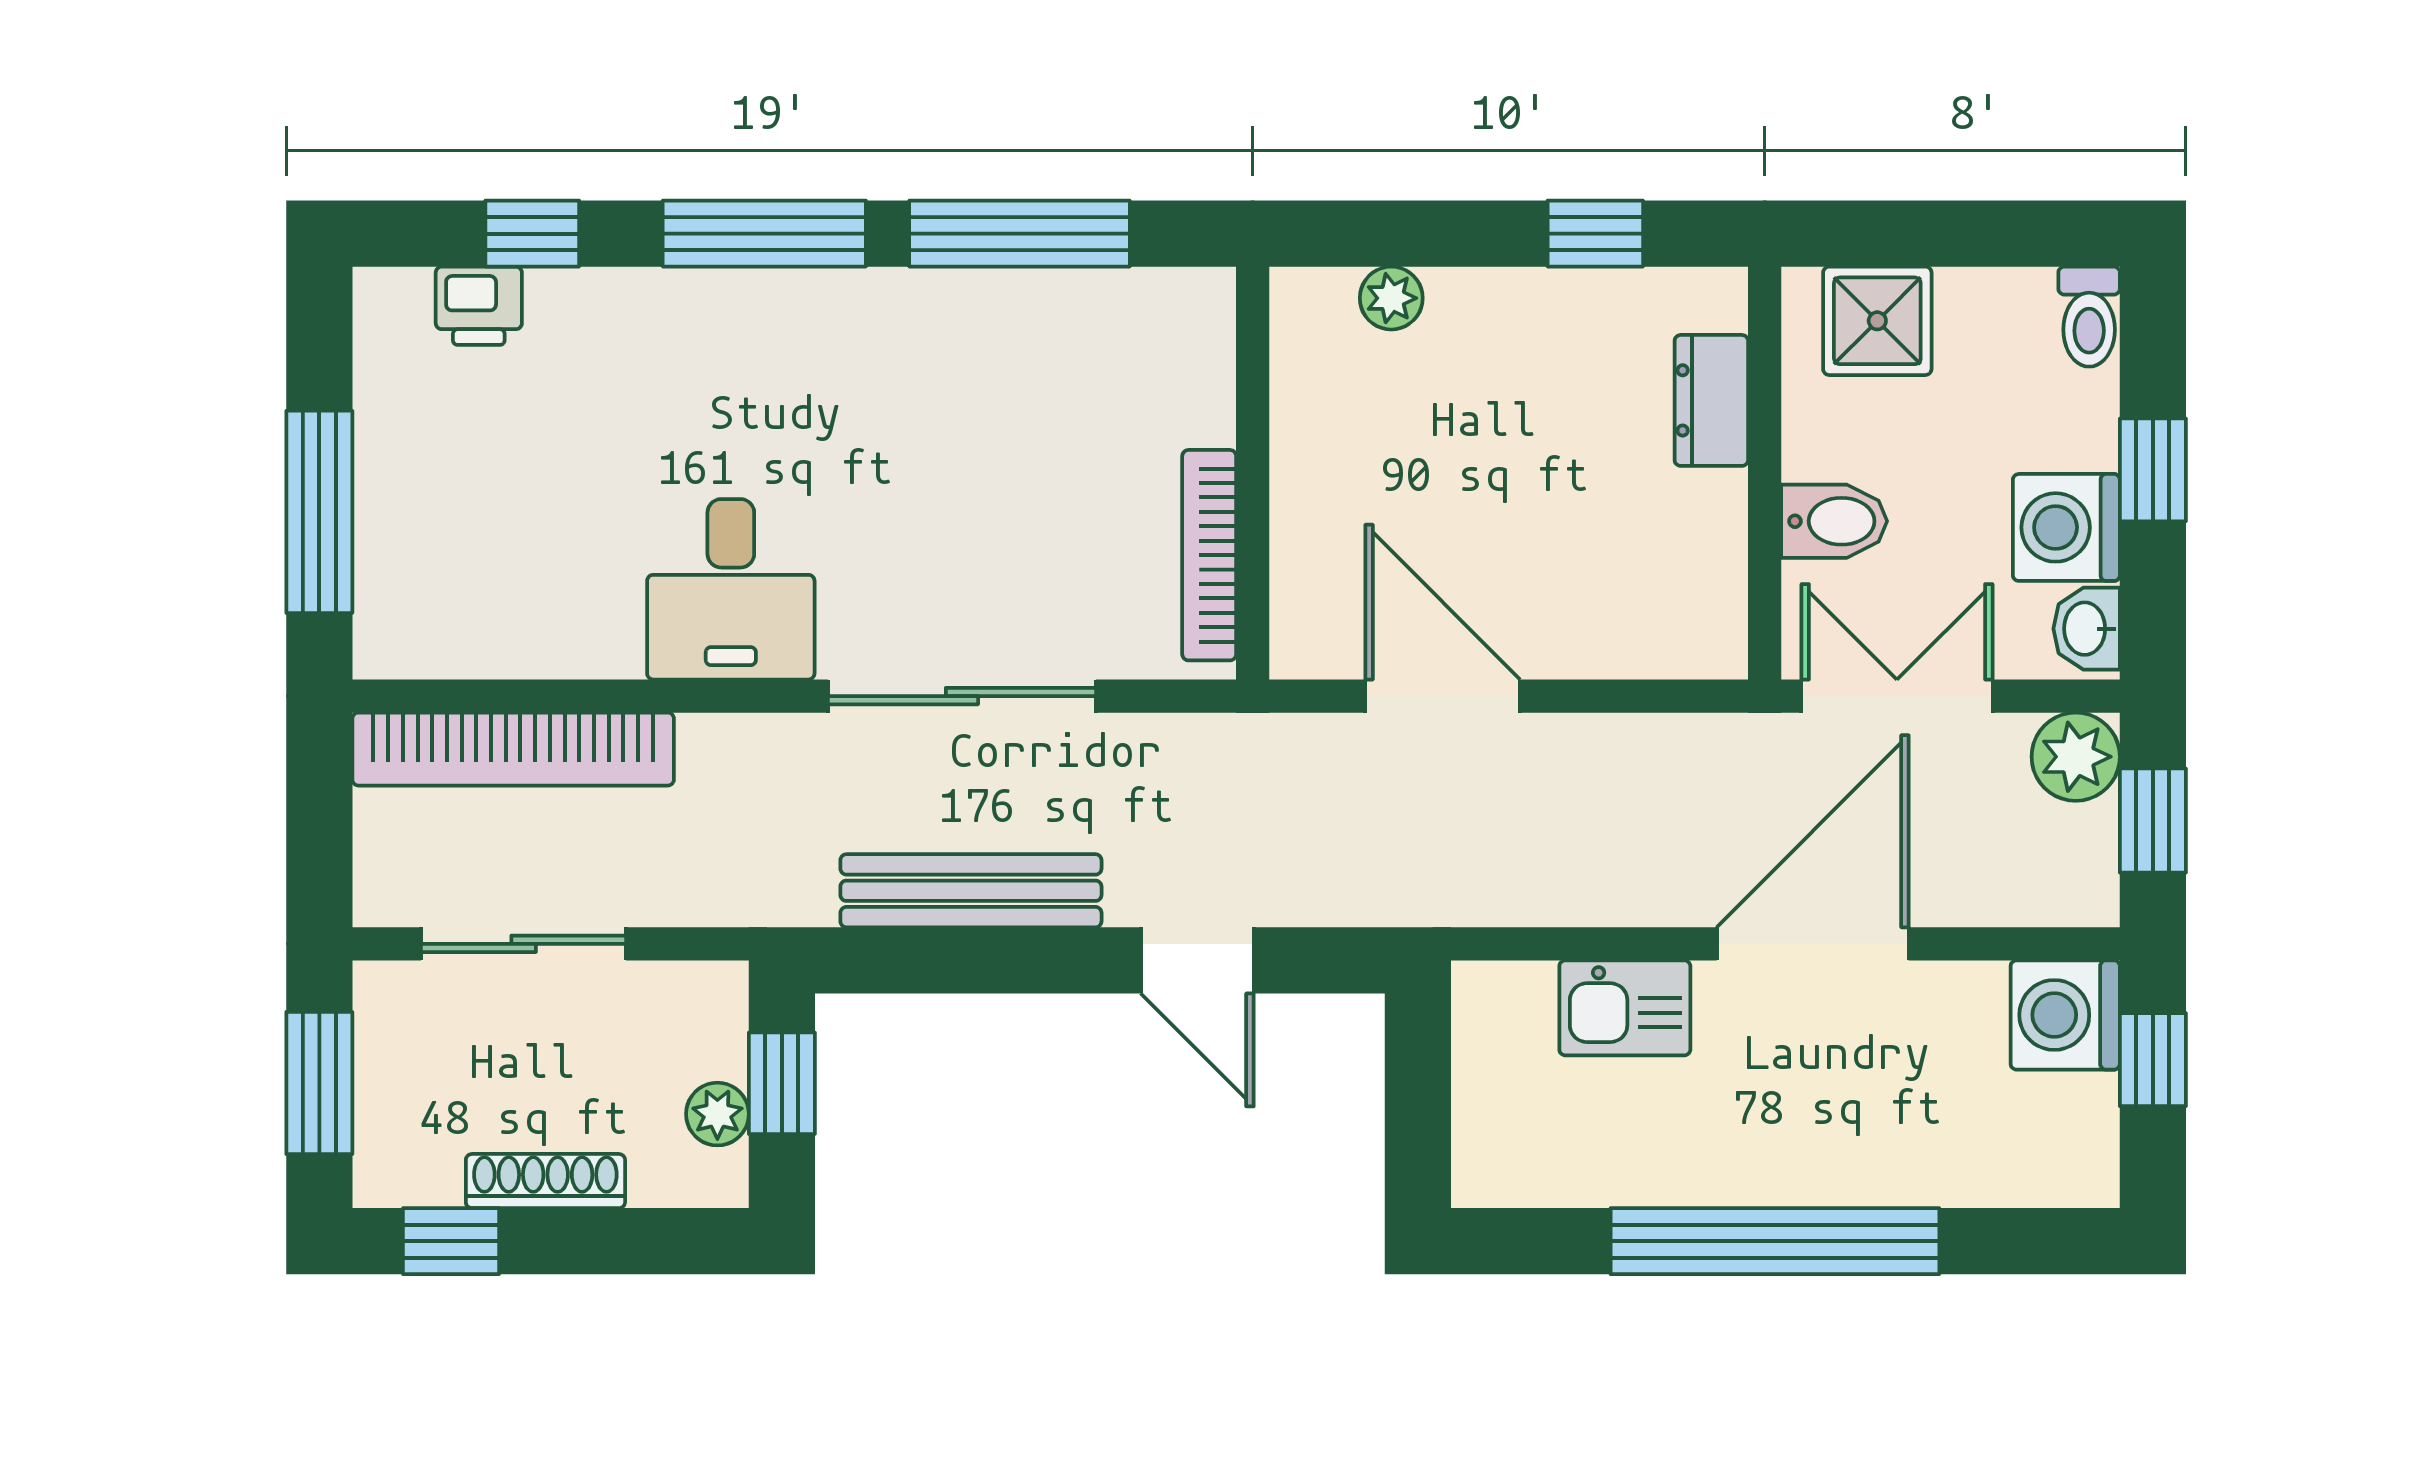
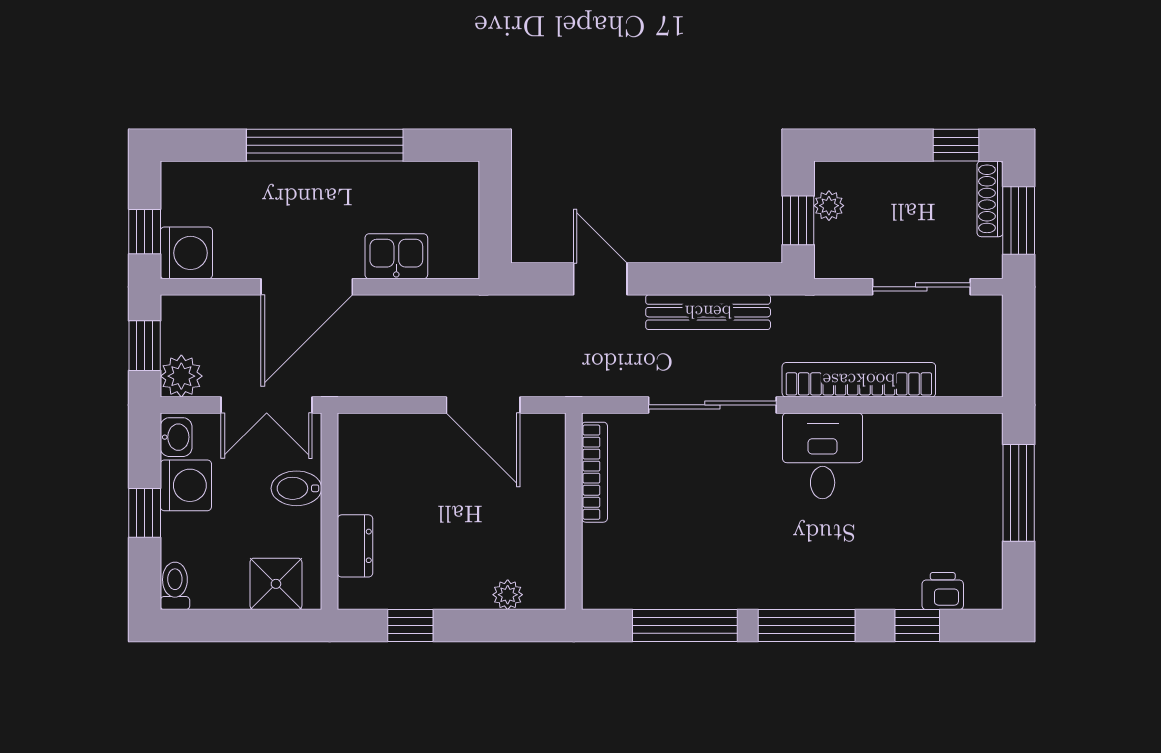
bookcase: (513, 749) -> (859, 380), moved
shoe rack: (545, 1181) -> (990, 199), moved, turned 90

